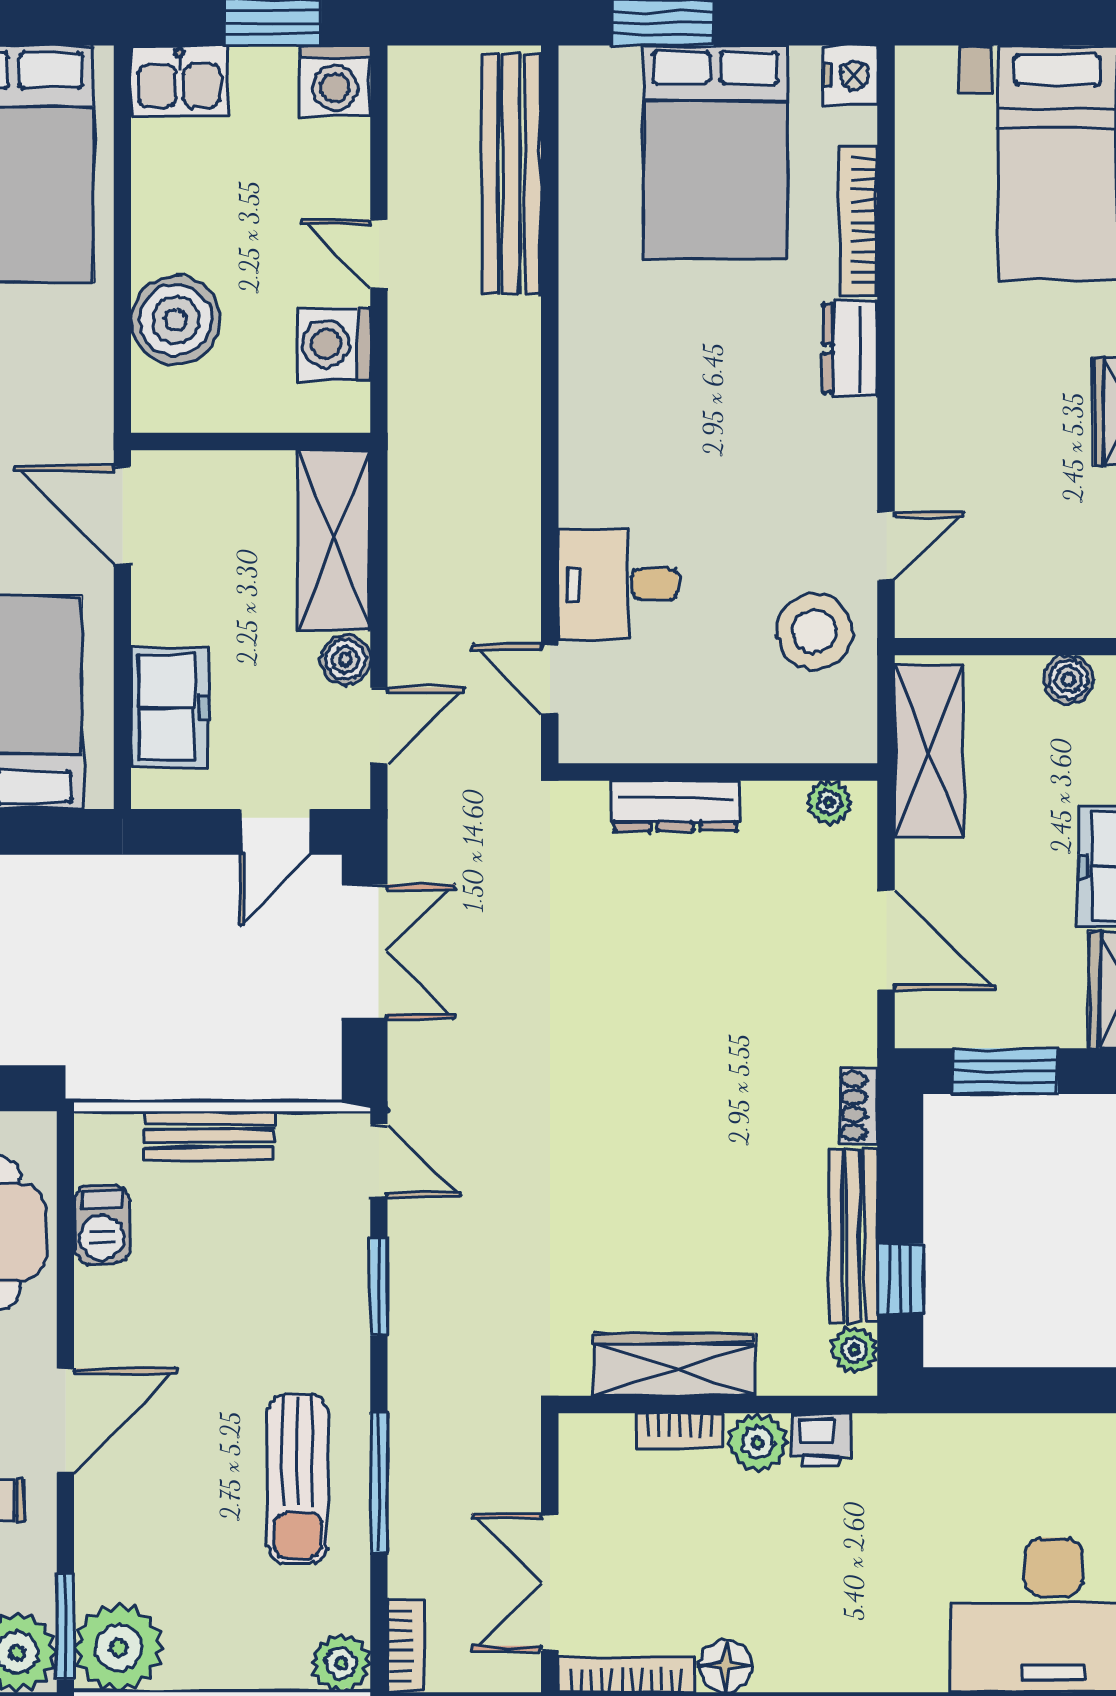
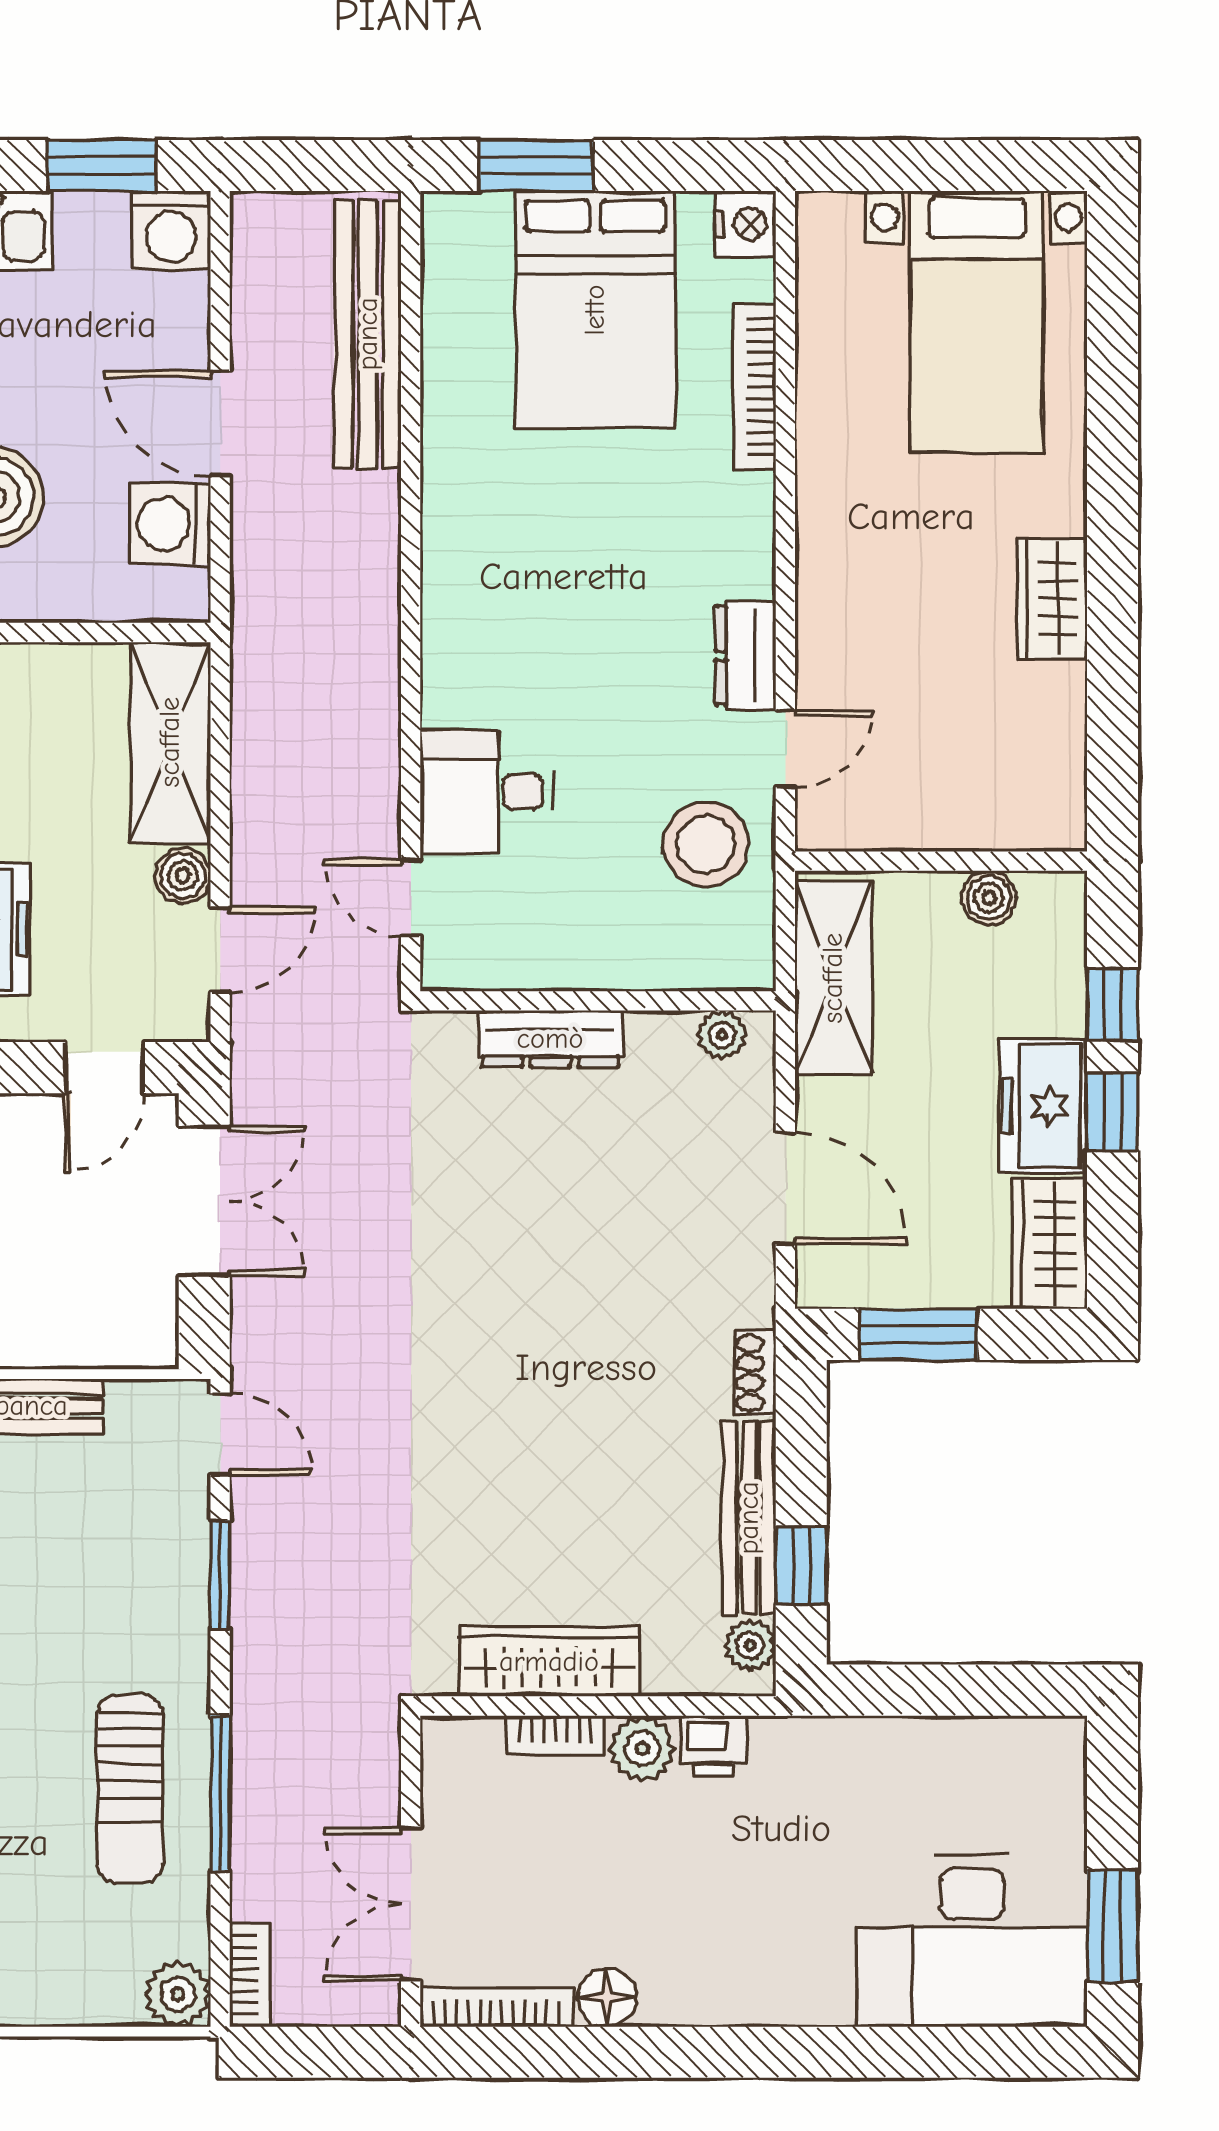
door: (379, 254) -> (220, 423), width x1.38
dresser: (850, 349) -> (746, 655), moved

